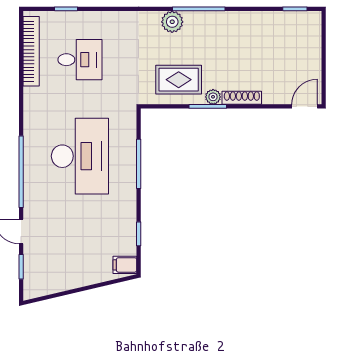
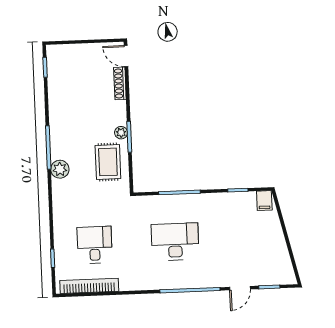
shoe rack: (242, 98) -> (120, 83), moved
desk: (80, 156) -> (175, 242), width x0.73, depth x0.77

